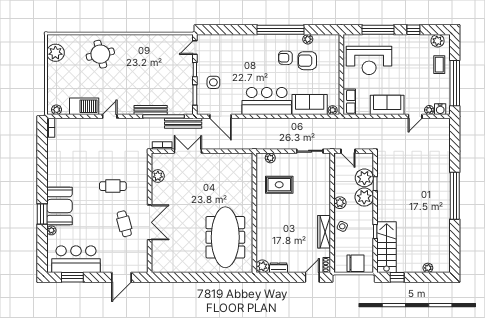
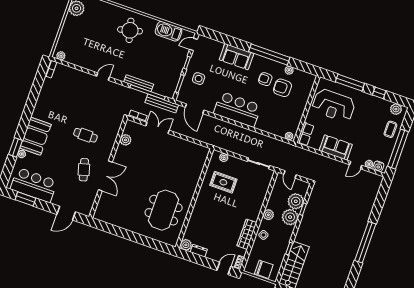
round table: (100, 54) -> (130, 30), moved
sofa: (310, 104) -> (236, 57), moved, turned 180
barbecue: (84, 106) -> (169, 31), moved, turned 180
window: (42, 214) -> (15, 147), moved
meeting table: (225, 237) -> (164, 210), width x0.73

